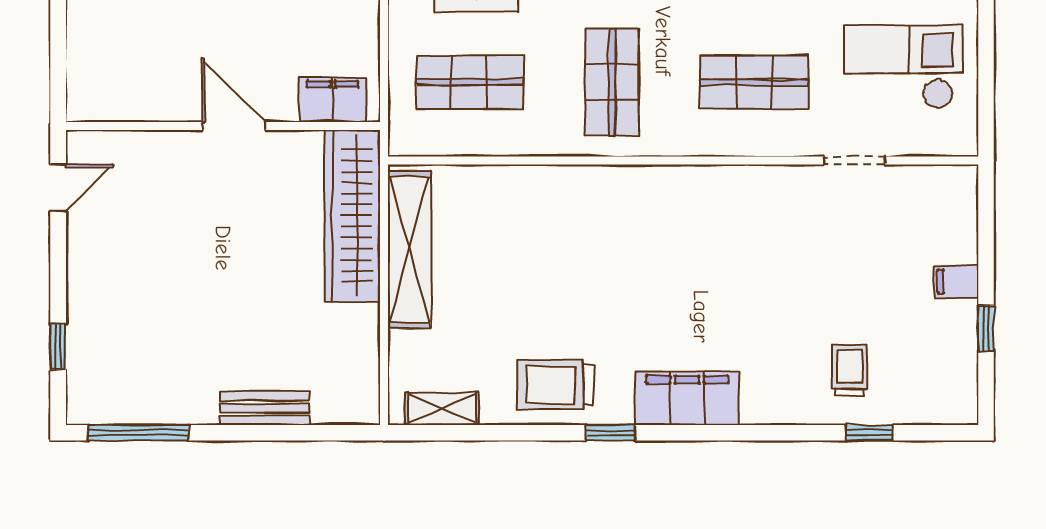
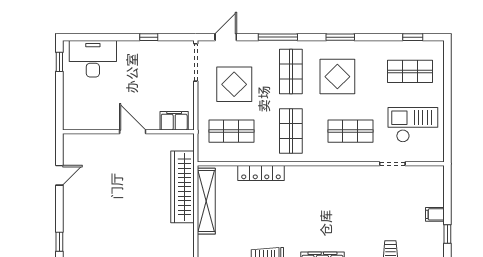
filing cabinet: (333, 100) -> (174, 121), moved
wall: (223, 126) -> (128, 132), moved
door: (233, 126) -> (133, 132), moved
locker: (540, 183) -> (261, 173), added

